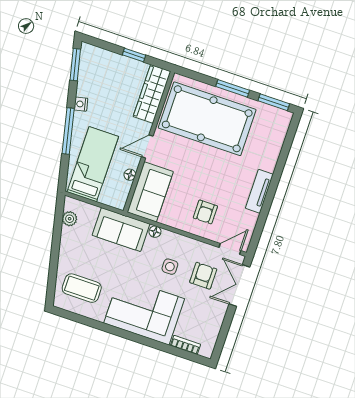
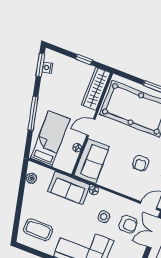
nightstand: (81, 104) -> (47, 68), moved
armchair: (205, 212) -> (141, 163), moved
armchair: (203, 276) -> (128, 224), turned 90

